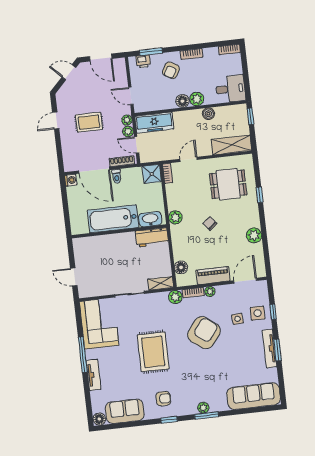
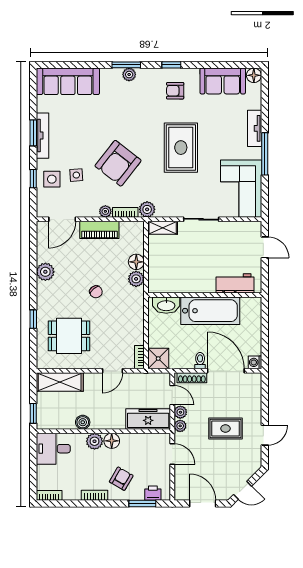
plant: (175, 217) -> (136, 279), moved
workbench: (152, 237) -> (235, 283), moved
floor lamp: (181, 267) -> (136, 262), moved

